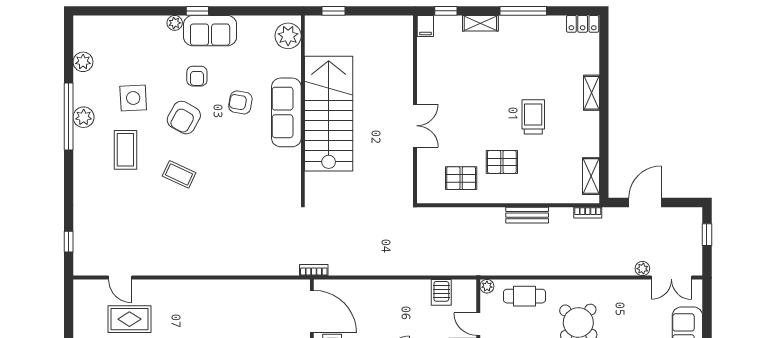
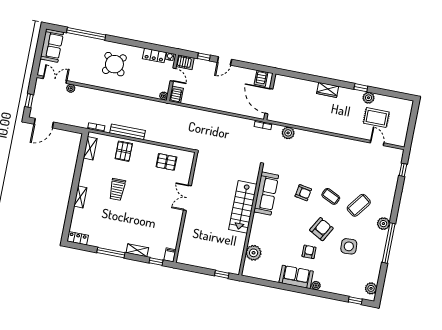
window: (197, 11) -> (355, 301), moved
plant: (288, 36) -> (254, 253), moved
plant: (83, 62) -> (371, 288), moved
armchair: (240, 102) -> (303, 193), moved
sofa: (286, 112) -> (266, 194), moved
stairs: (329, 114) -> (243, 207), width x0.73, depth x0.66
plant: (84, 117) -> (383, 224), moved
coffee table: (125, 150) -> (359, 205), moved, turned 37
pallet: (502, 162) -> (124, 151), moved, turned 90
door: (645, 203) -> (44, 123), moved
bench: (527, 215) -> (127, 132), width x1.36
plant: (270, 265) -> (288, 133), added
server rack: (441, 292) -> (176, 95), moved
cafe table: (524, 296) -> (143, 86), removed

